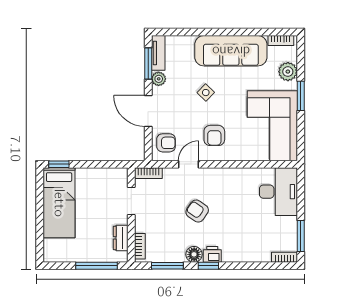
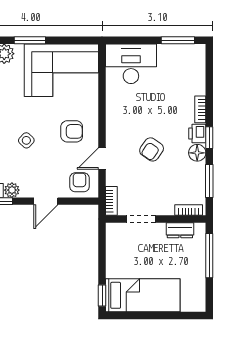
door: (148, 111) -> (46, 201), width x0.73
door: (189, 164) -> (102, 159), hinge flipped
bookcase: (284, 257) -> (200, 109), moved

